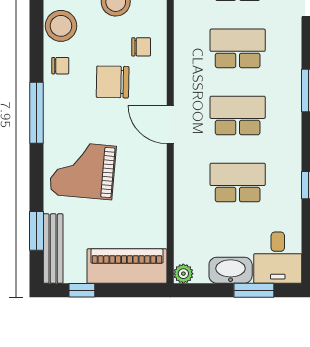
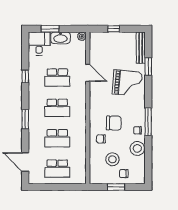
window: (37, 113) -> (148, 122), moved
door: (170, 124) -> (88, 73), moved
window: (37, 231) -> (148, 67), moved
piano: (127, 266) -> (107, 40), removed
window: (82, 290) -> (114, 29), moved

